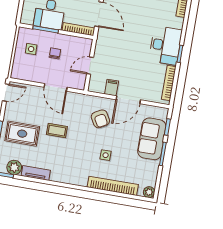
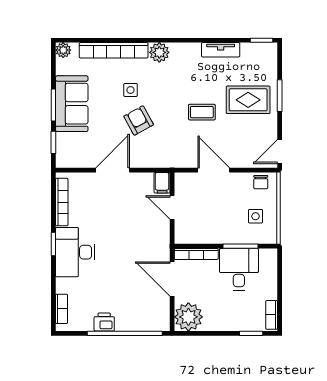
chair: (55, 53) -> (261, 182), moved
door: (90, 66) -> (172, 207), swing flipped
filing cabinet: (112, 88) -> (162, 183), moved
armchair: (100, 119) -> (139, 120), moved
sofa: (152, 139) -> (72, 104), moved
plant: (14, 167) -> (159, 52), moved

